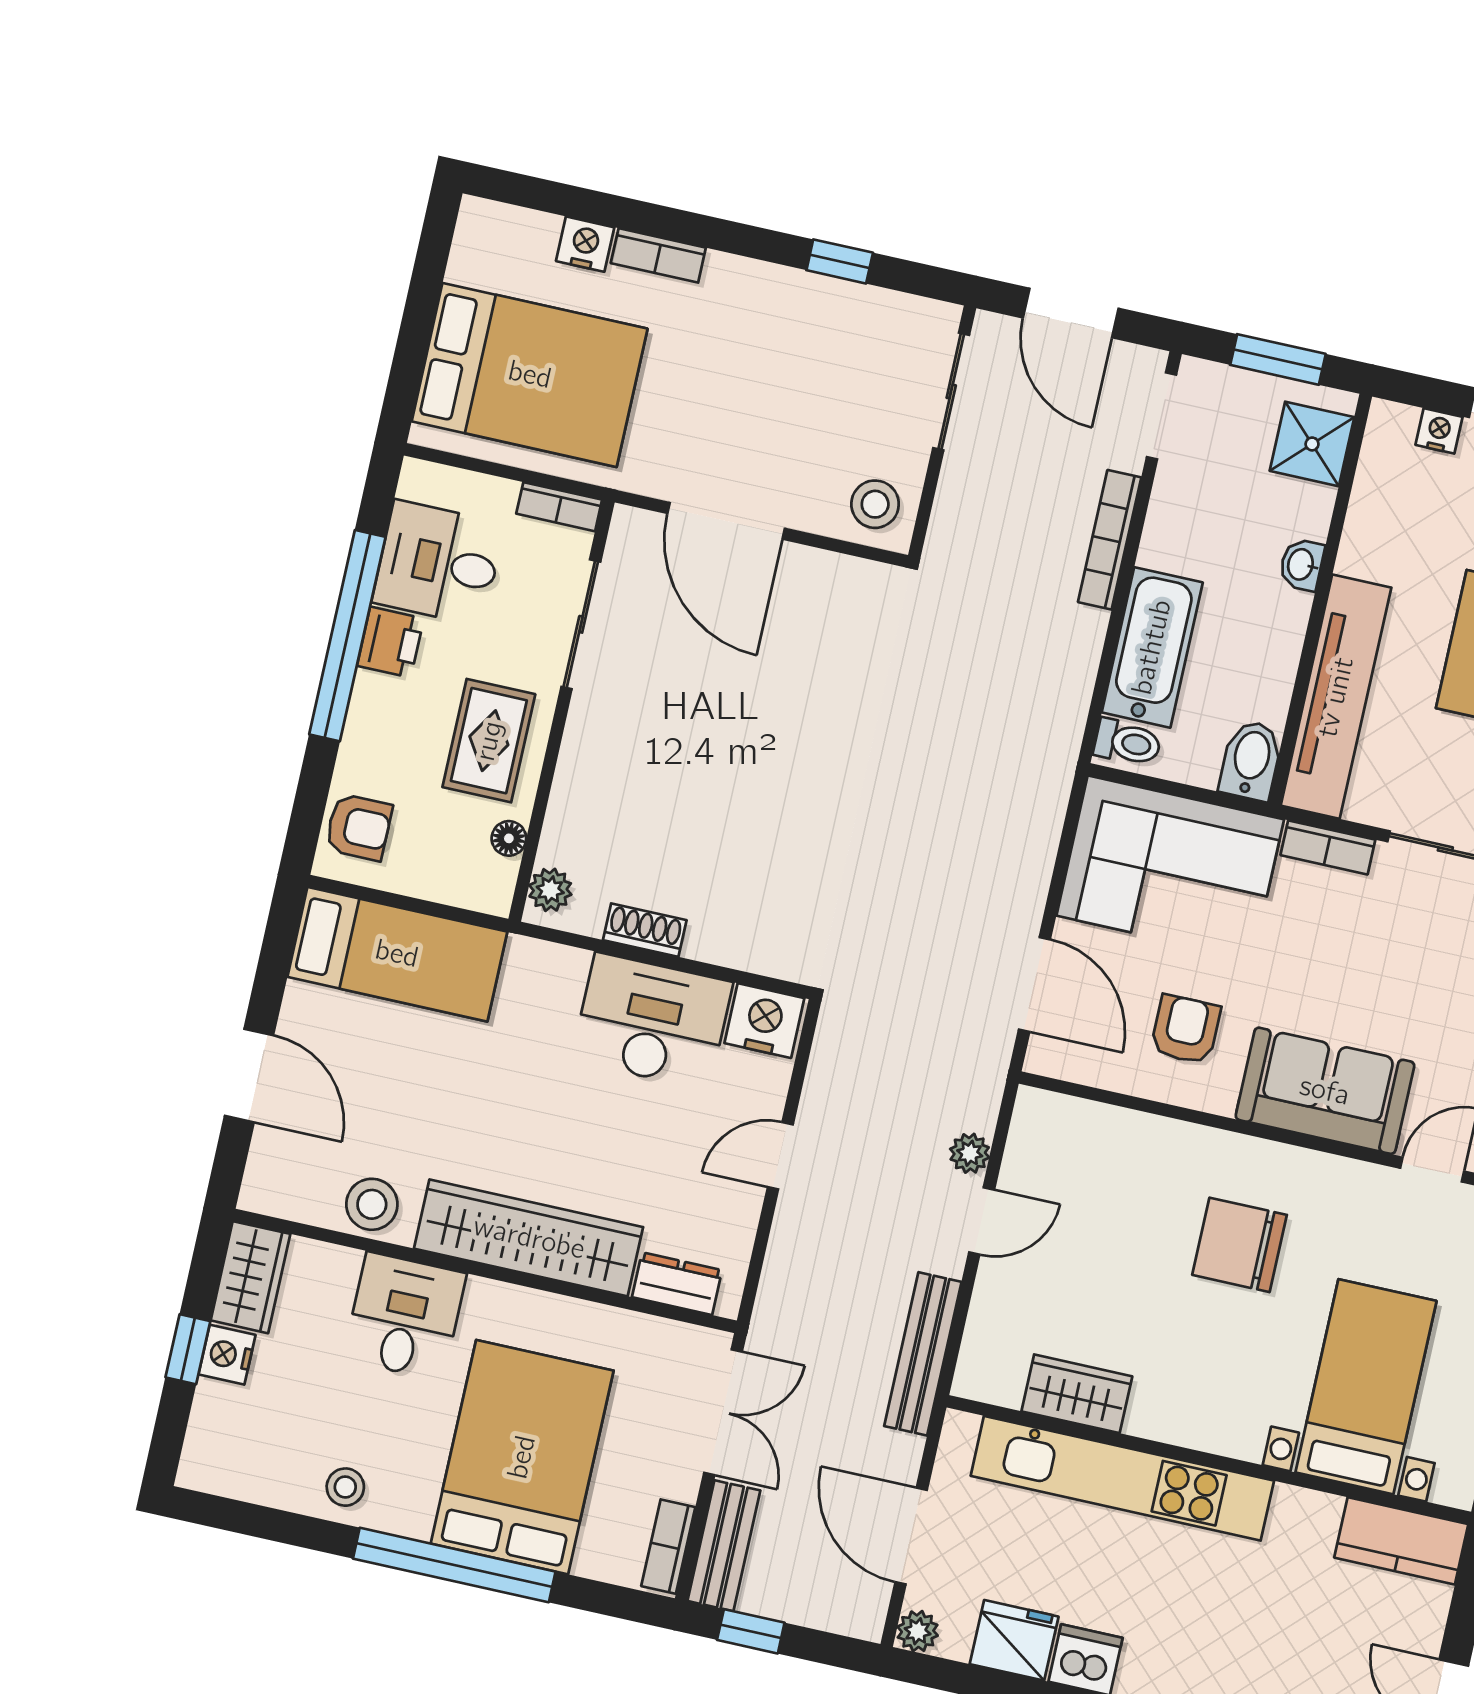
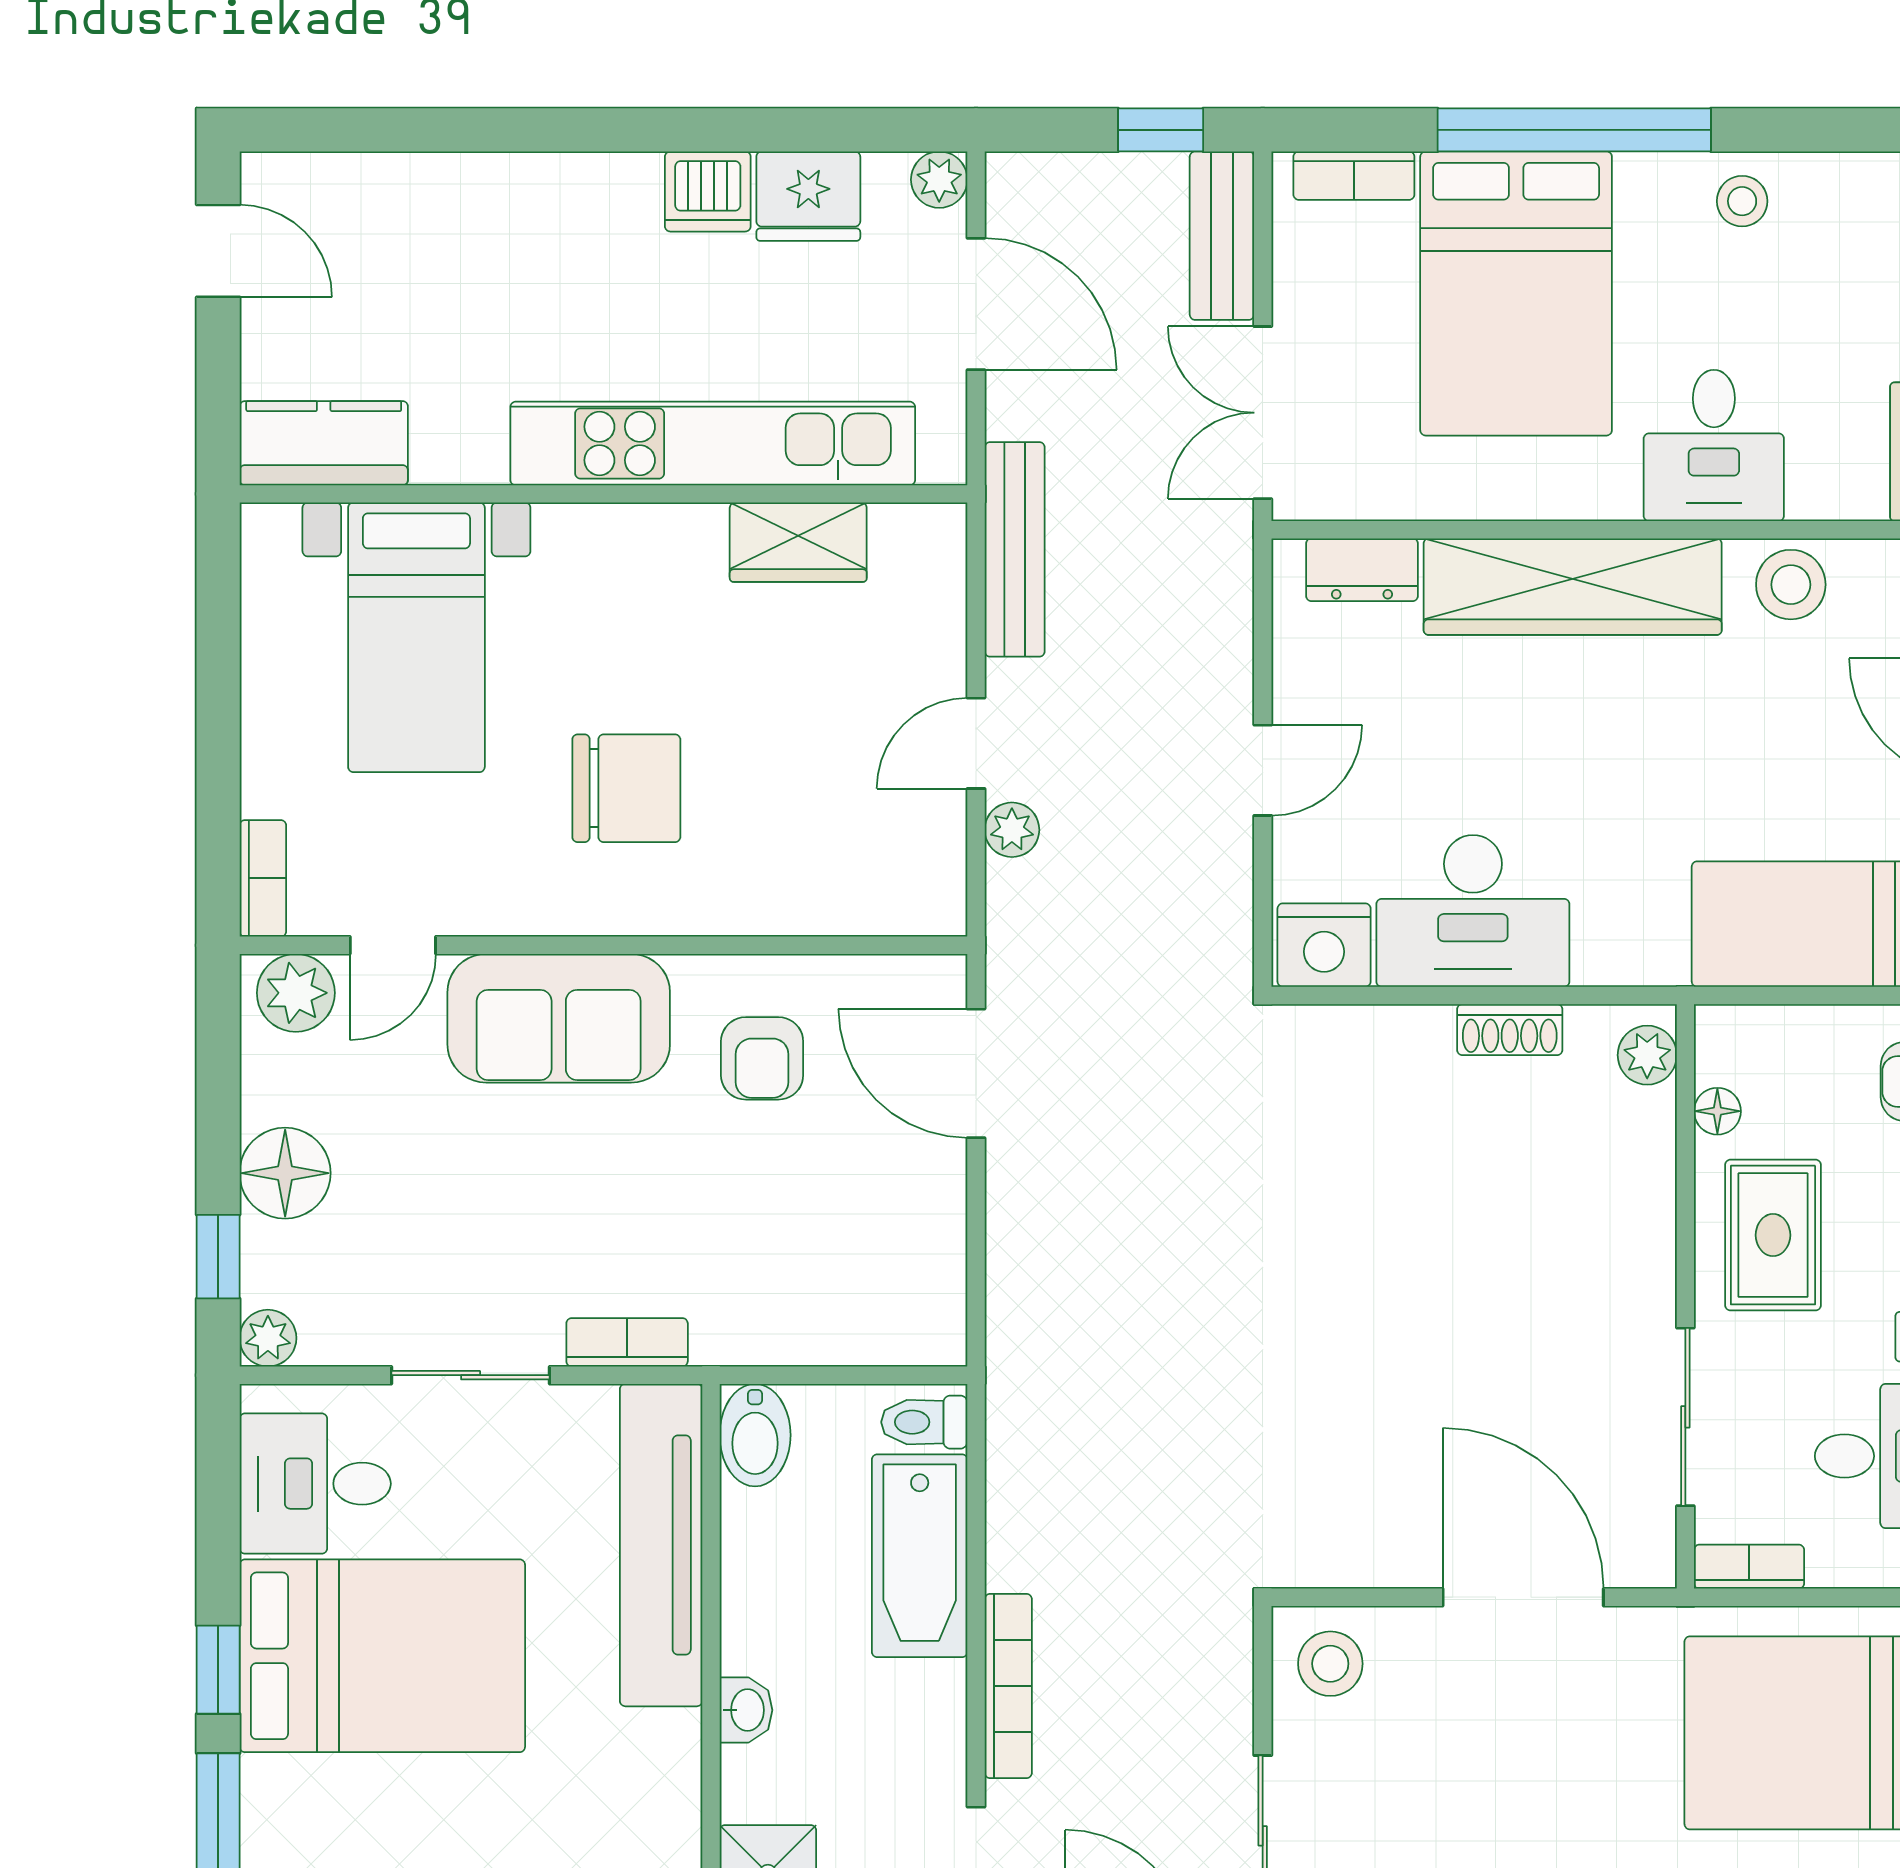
corner sofa: (1170, 867) -> (830, 1269), removed
bookcase: (668, 1547) -> (1354, 176), moved, turned 90

